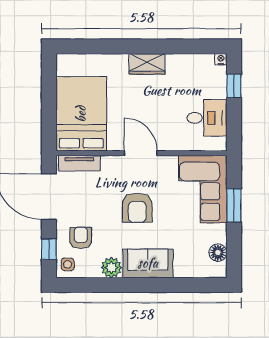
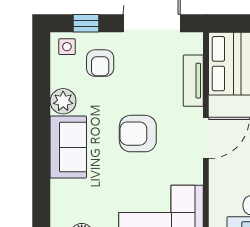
tv unit: (79, 163) -> (193, 81), moved
armchair: (81, 238) -> (100, 63), turned 90

